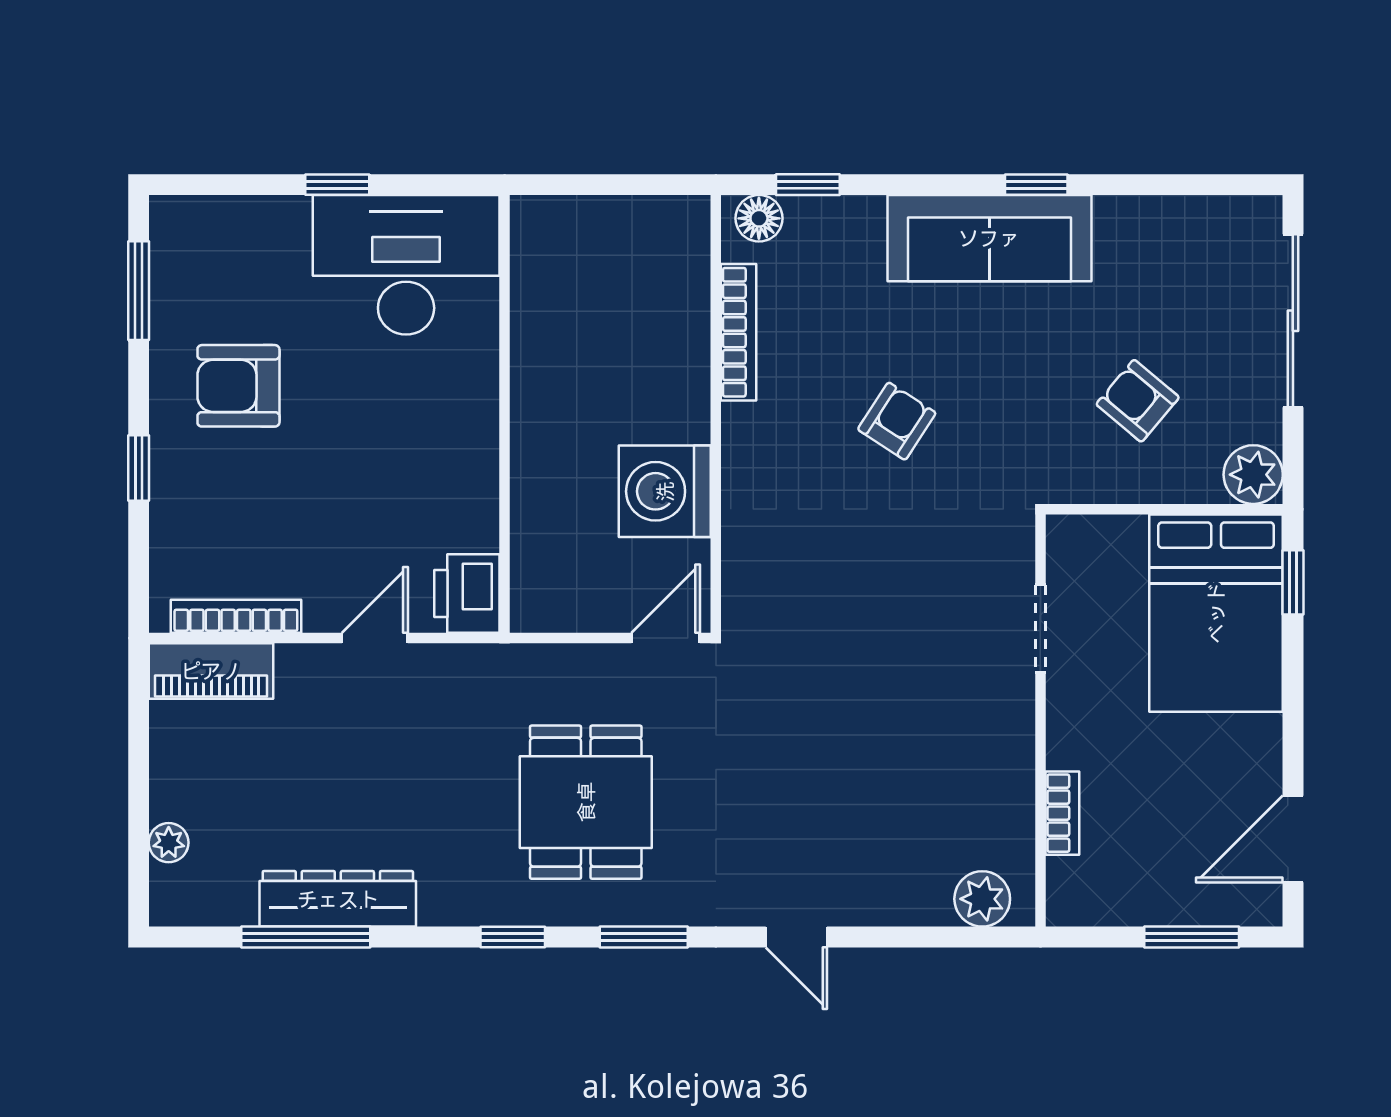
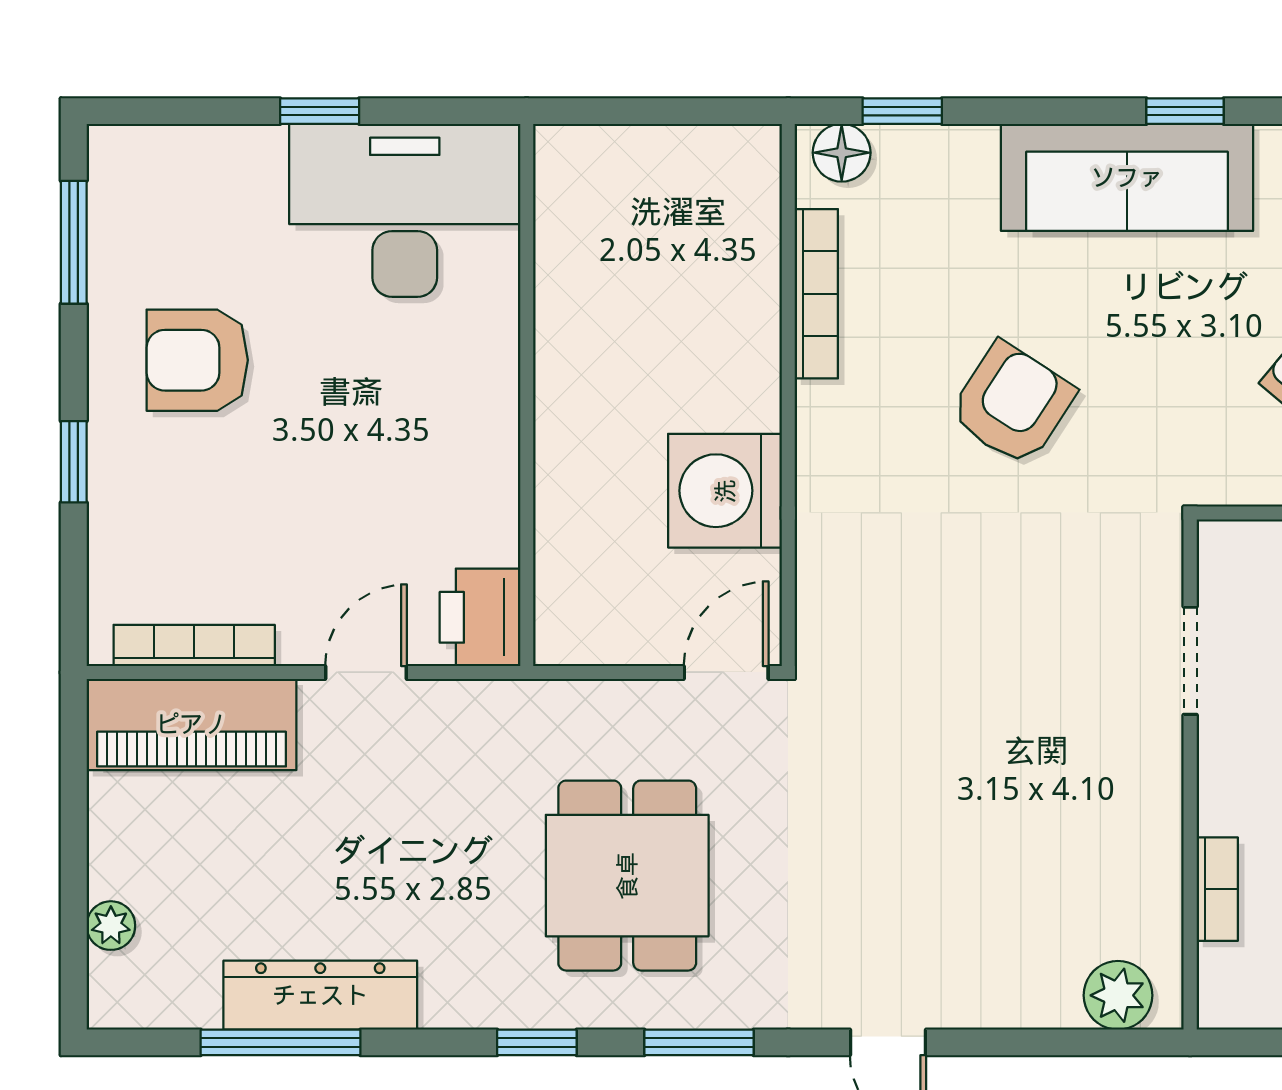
armchair: (897, 421) -> (1012, 404), width x1.38, depth x1.38
piano: (211, 671) -> (191, 724), width x1.37, depth x1.33

